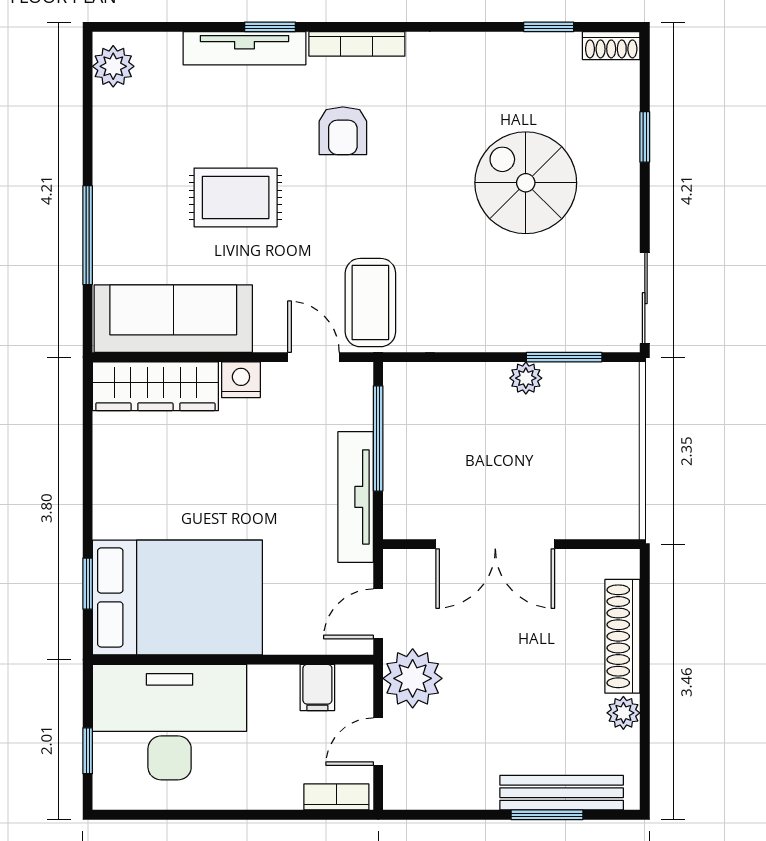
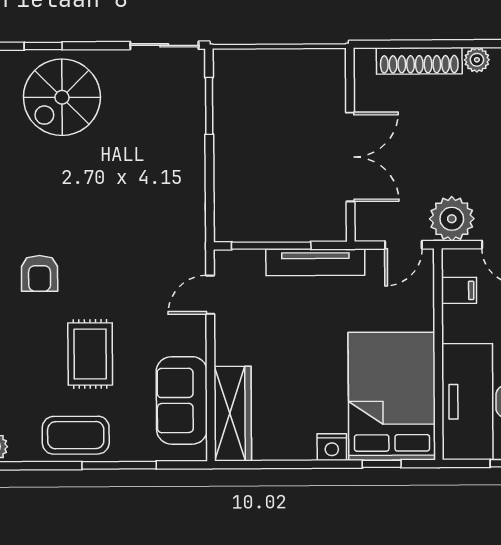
armchair: (343, 131) -> (40, 273), turned 90
spiral stairs: (526, 183) -> (62, 97), moved
coffee table: (370, 303) -> (76, 435), moved
sofa: (173, 319) -> (182, 400), width x0.73
plant: (526, 378) -> (225, 135), removed
nightstand: (241, 380) -> (332, 447), moved, turned -90
door: (378, 614) -> (403, 245), hinge flipped

